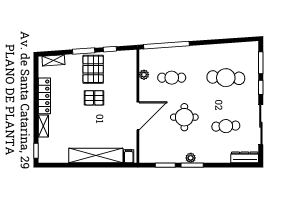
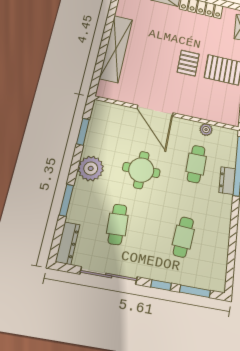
dresser: (179, 52) -> (227, 181), added
cafe table: (226, 78) -> (183, 237), width x0.73, depth x0.74
filing cabinet: (129, 156) -> (106, 88), removed
plant: (191, 158) -> (91, 168), width x1.88, depth x1.88
window: (192, 165) -> (66, 200), moved

